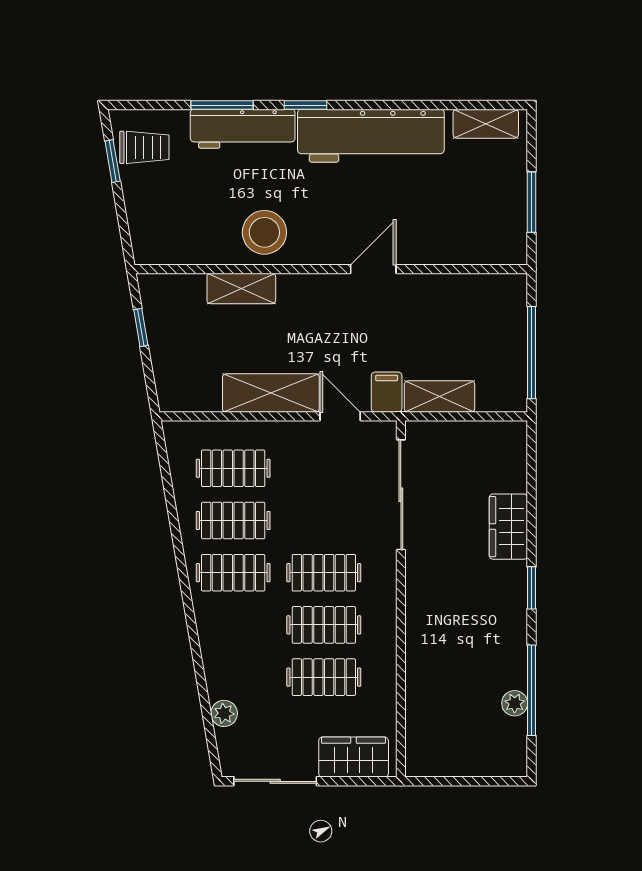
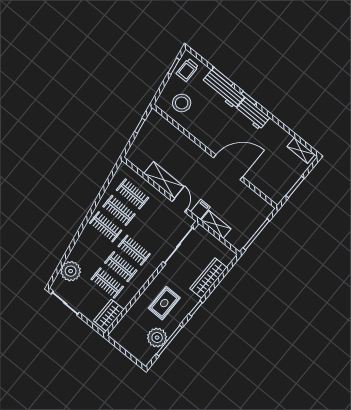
workbench: (371, 136) -> (252, 114), width x0.53, depth x0.76
trolley: (144, 147) -> (187, 70), turned 90
stool: (264, 232) -> (182, 103), moved
door: (373, 269) -> (228, 167), width x1.87
shelving: (241, 288) -> (181, 139), removed
wardrobe: (508, 527) -> (208, 278), width x1.50
rug: (464, 627) -> (164, 303), added
plant: (515, 703) -> (157, 338), width x1.87, depth x1.87
plant: (224, 713) -> (71, 271), width x1.87, depth x1.87
wardrobe: (354, 757) -> (109, 315), moved, turned -90

